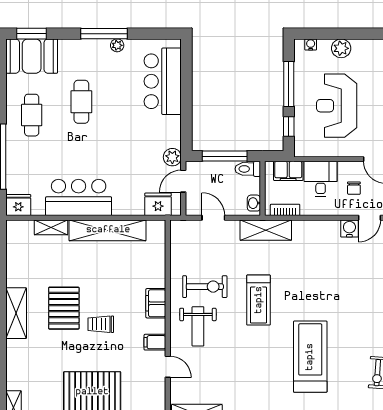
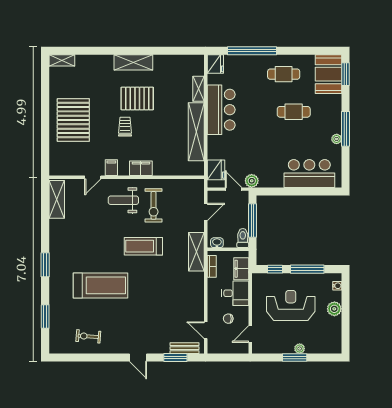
water cooler: (349, 229) -> (198, 315), removed

